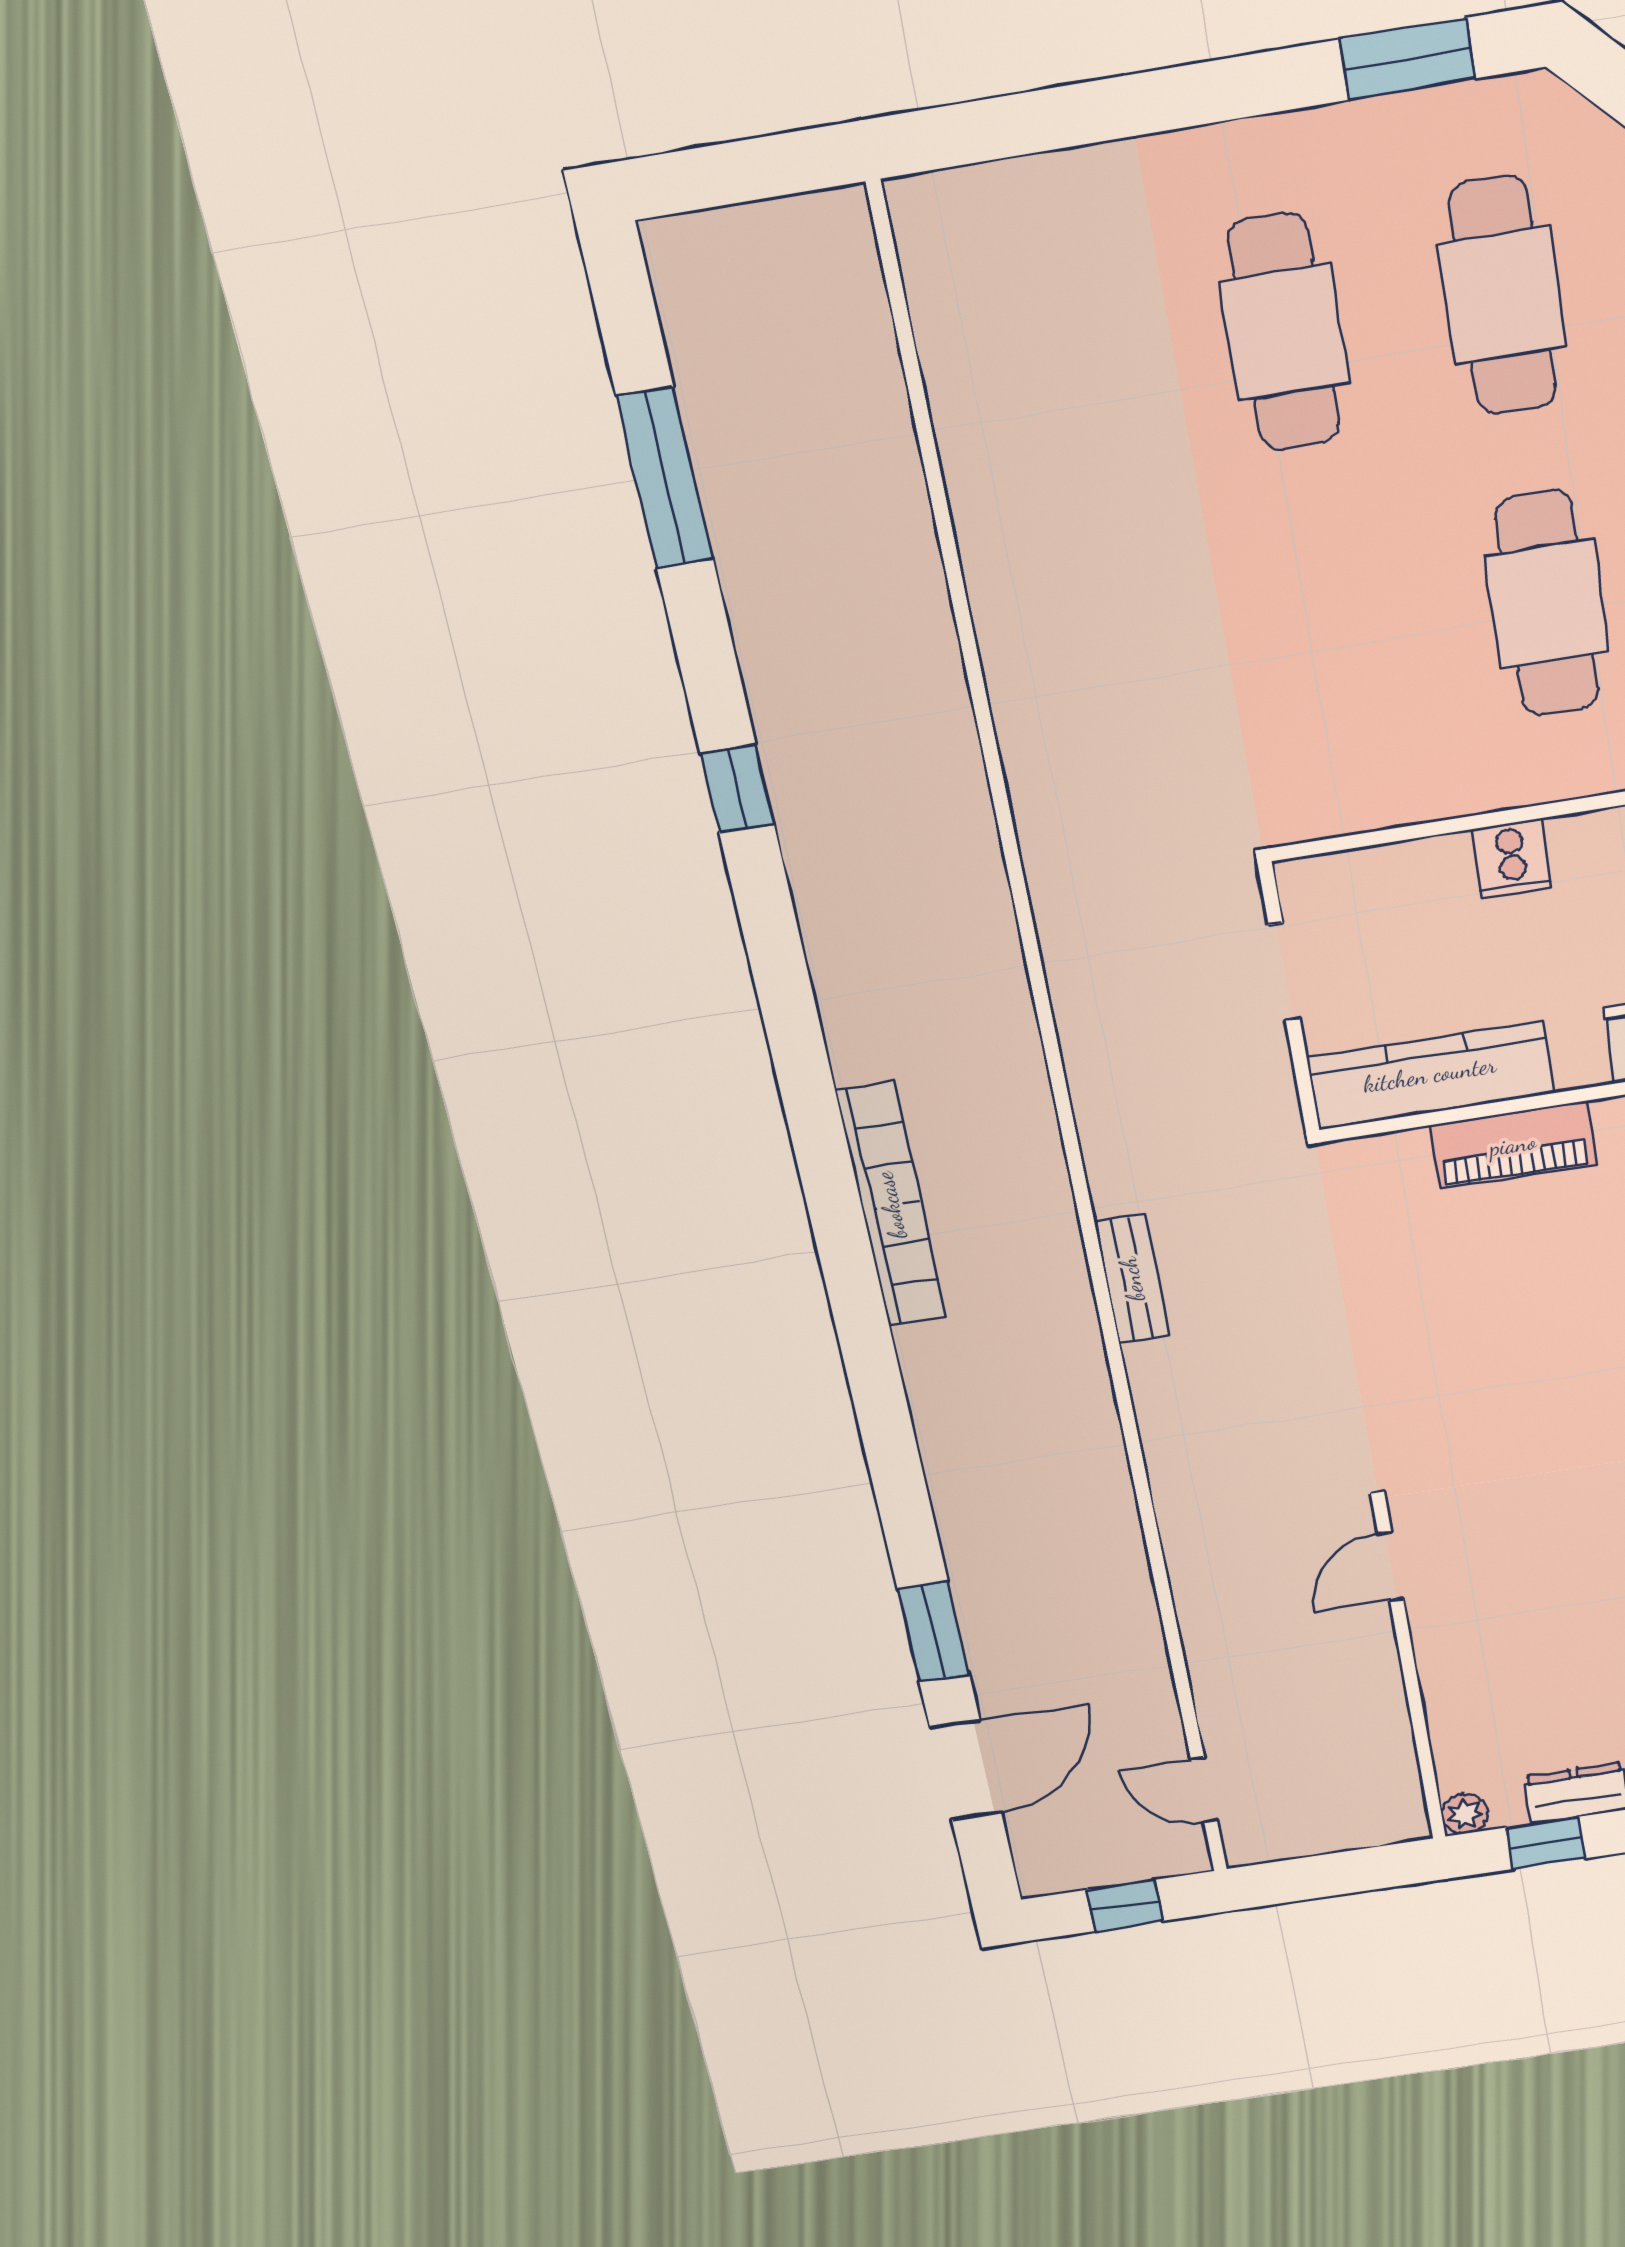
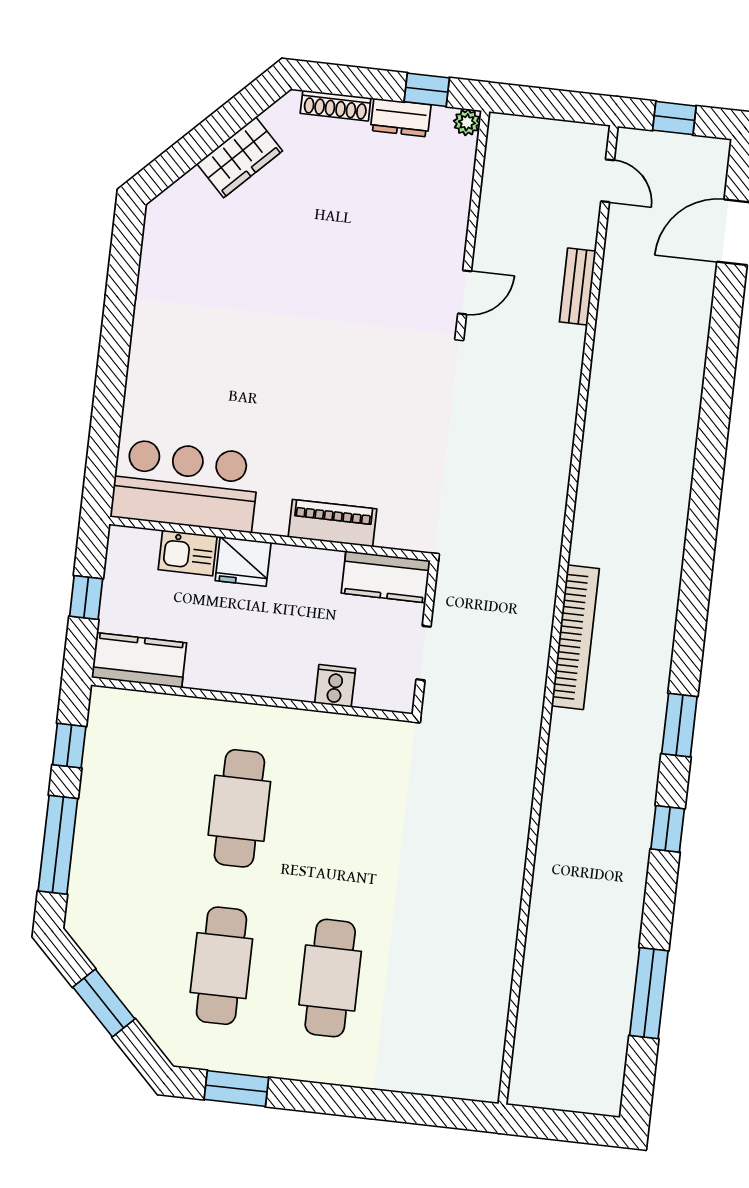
cooker: (1512, 858) -> (335, 686), moved
kitchen counter: (1430, 1075) -> (386, 577), width x0.67
bookcase: (891, 1205) -> (575, 637), moved, turned 180
bench: (1132, 1279) -> (578, 287), moved
window: (934, 1632) -> (679, 725), moved

